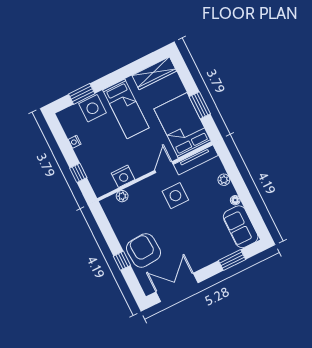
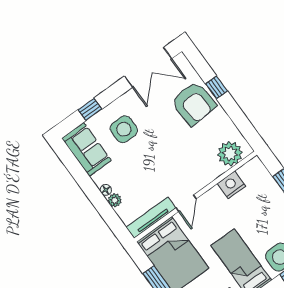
plant: (122, 196) -> (230, 154), width x1.87, depth x1.87
side table: (175, 196) -> (124, 129), moved
floor lamp: (235, 200) -> (106, 190), moved
window: (232, 260) -> (90, 109), width x0.67

